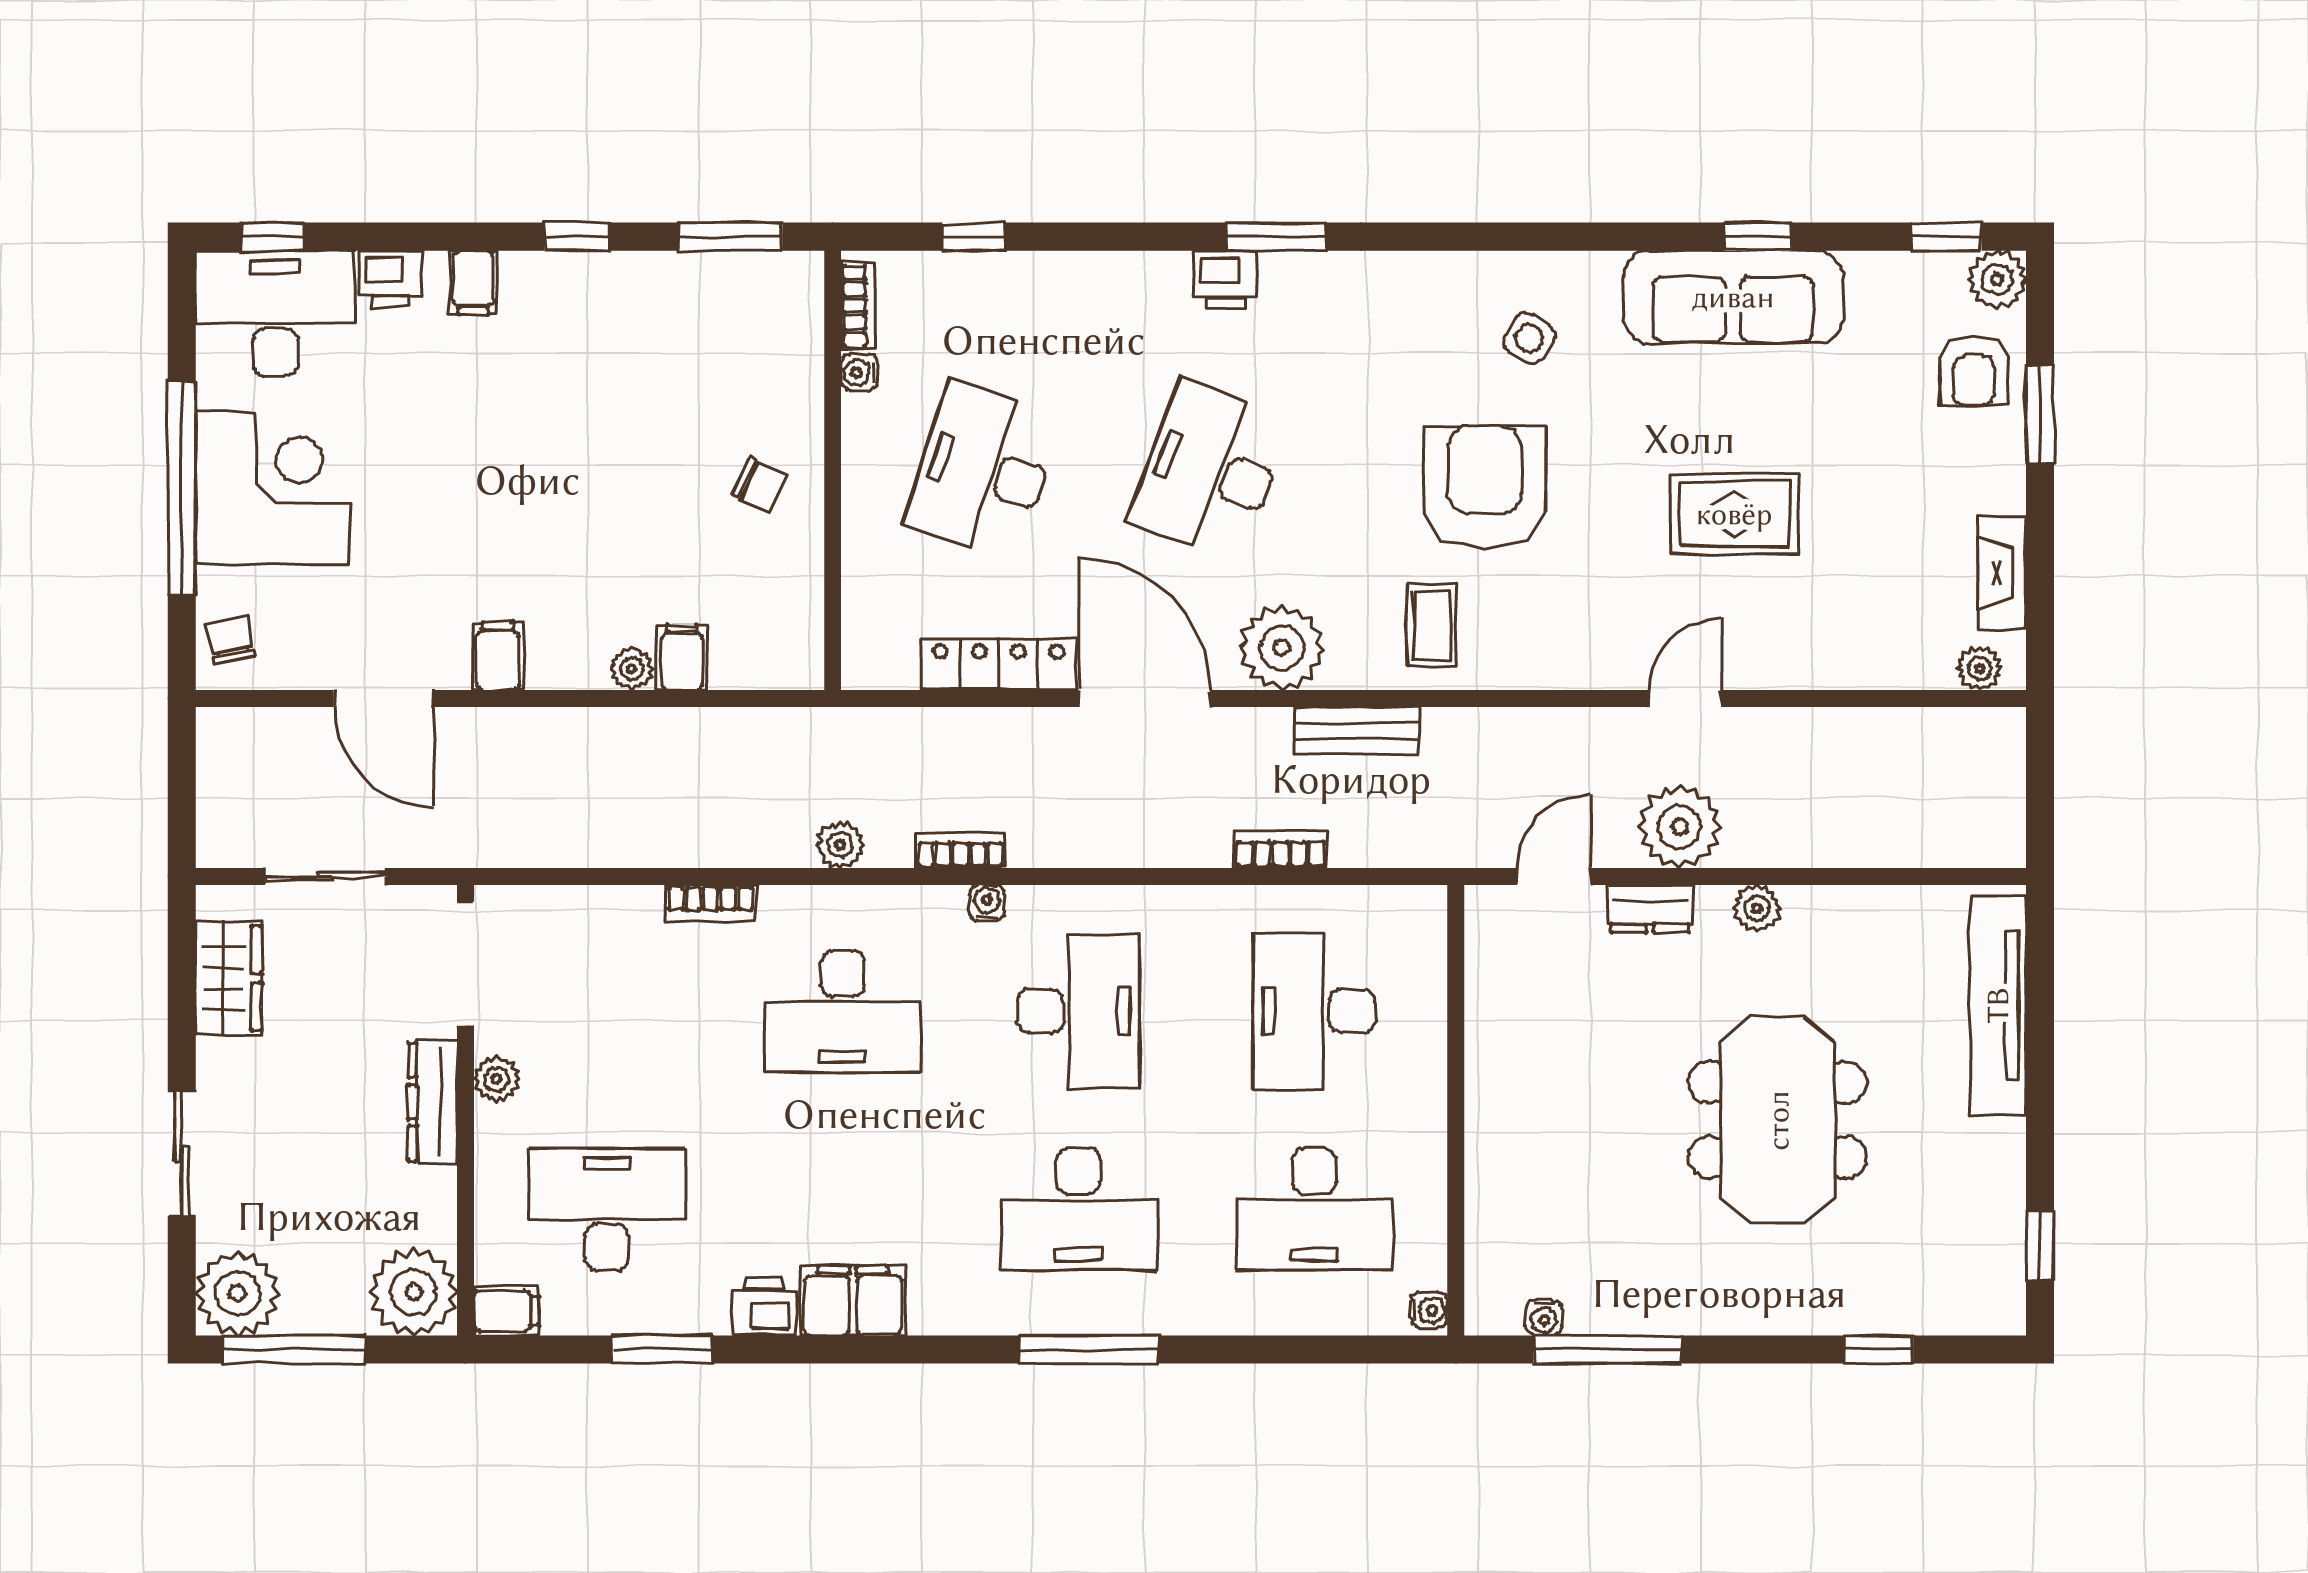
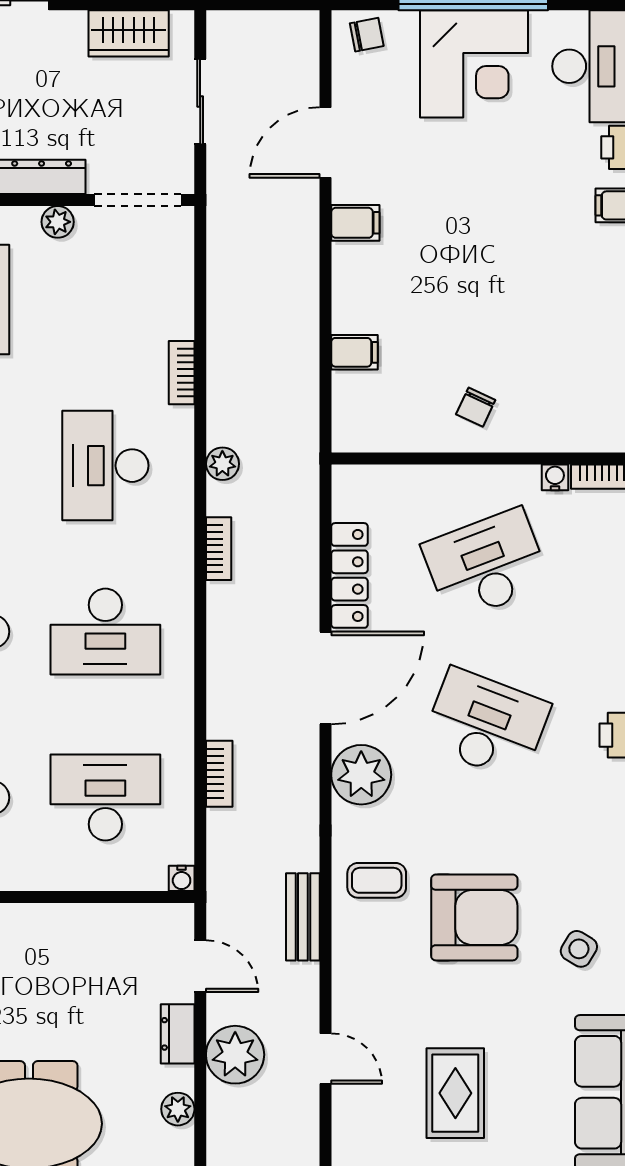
desk: (984, 470) -> (486, 565), turned -39
plant: (631, 669) -> (346, 317), removed
bench: (1356, 731) -> (303, 917), moved
water cooler: (987, 903) -> (182, 878), moved, turned 90

